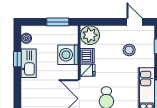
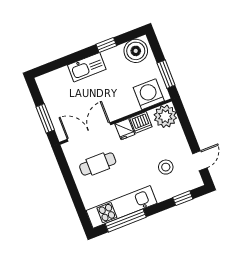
boiler: (26, 38) -> (136, 51), width x1.86, depth x1.86
washing machine: (68, 55) -> (149, 94), moved
kitchen sink: (29, 63) -> (87, 67), moved

